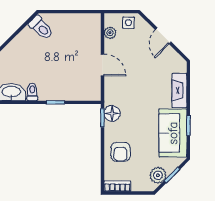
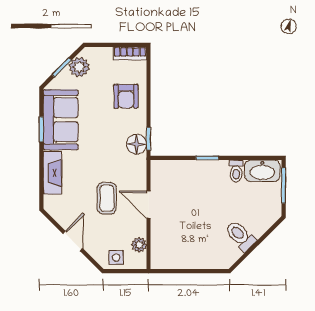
toilet: (41, 28) -> (240, 236), moved
coffee table: (136, 70) -> (107, 198), added
armchair: (120, 152) -> (126, 96), turned 180

